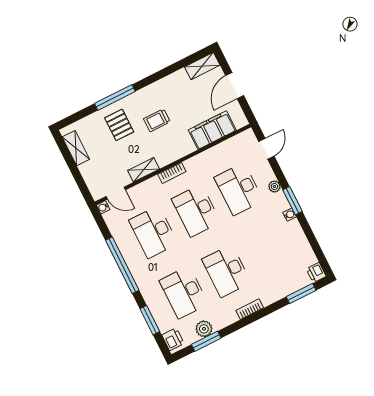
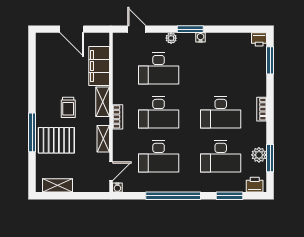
shelving: (202, 66) -> (103, 102), moved
pallet: (119, 125) -> (56, 140), width x1.50, depth x1.42

